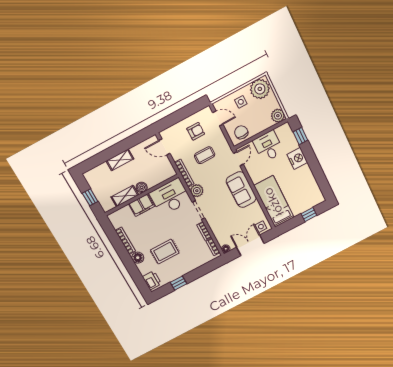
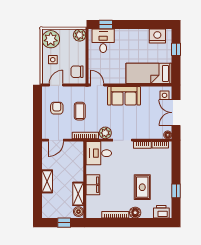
desk: (268, 146) -> (103, 41), moved, turned 90
nightstand: (297, 158) -> (157, 36), moved
boiler: (142, 187) -> (78, 212), moved
desk: (170, 197) -> (99, 153), width x0.73

